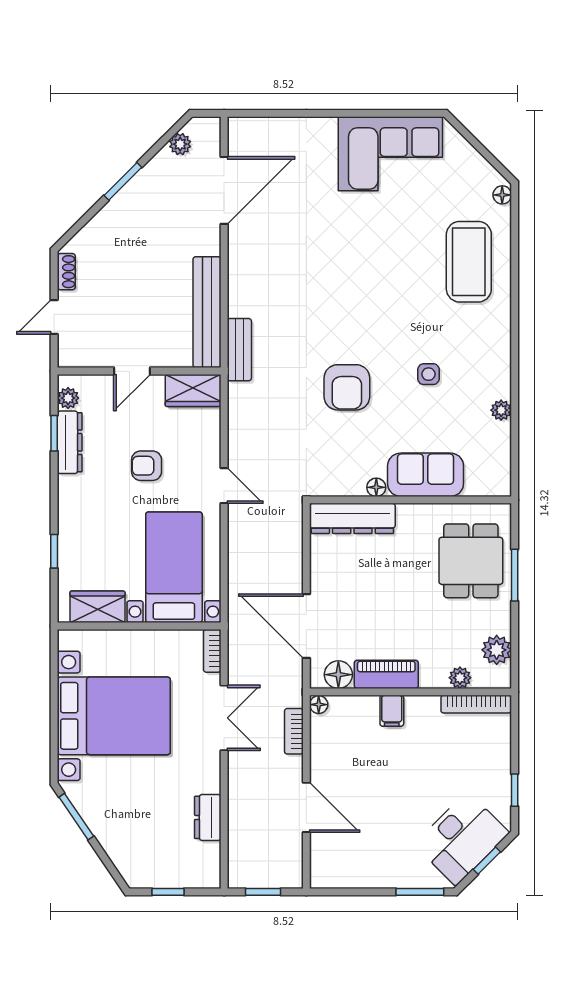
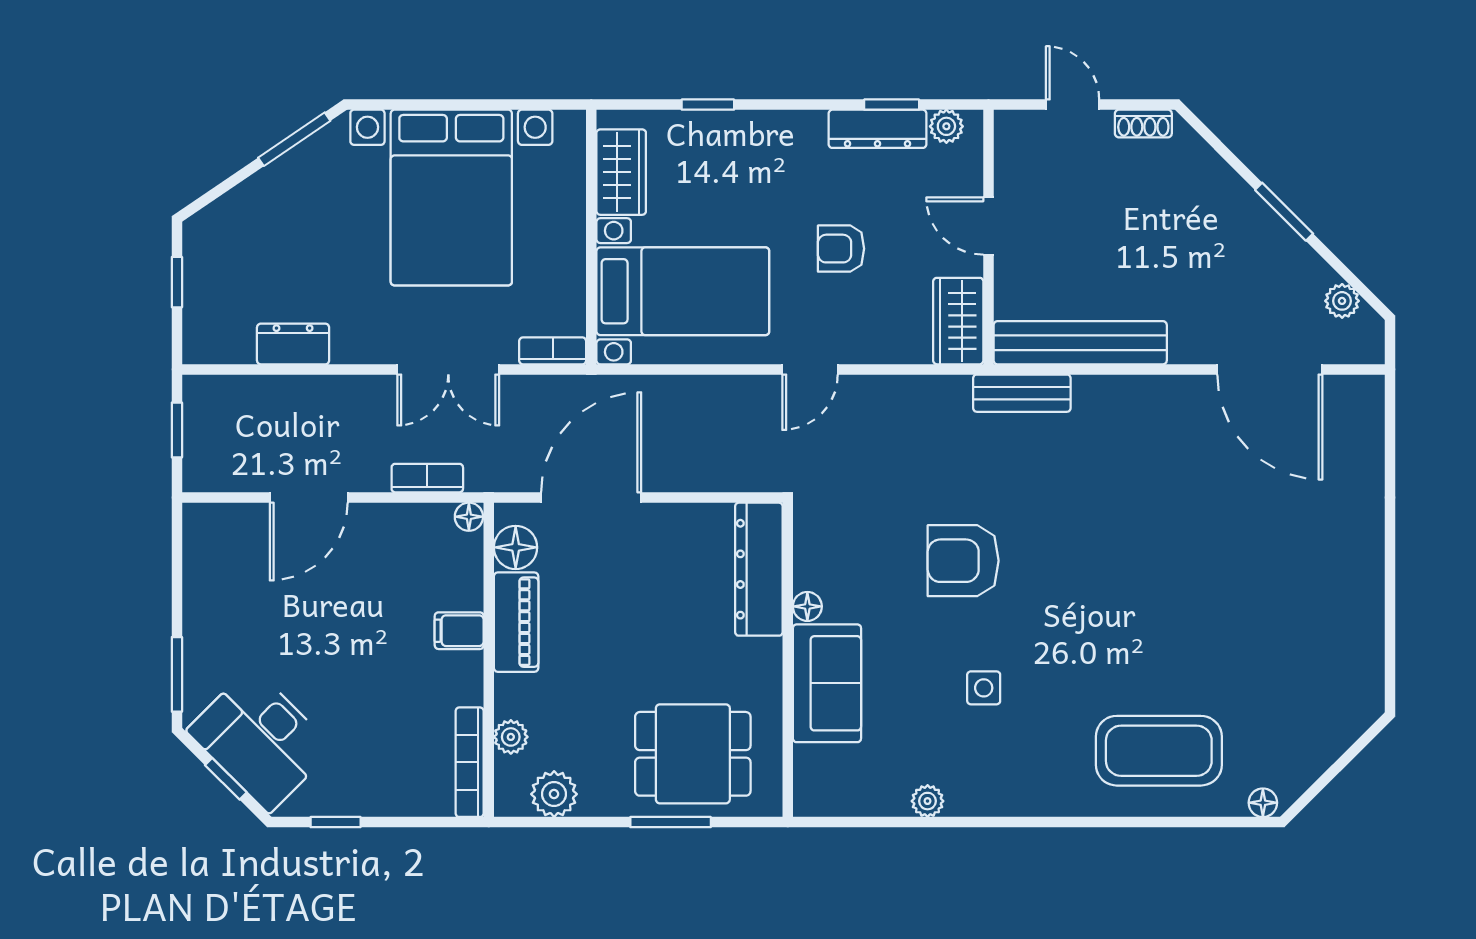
corner sofa: (390, 154) -> (1327, 628), removed
armchair: (147, 466) -> (841, 249), turned -90

